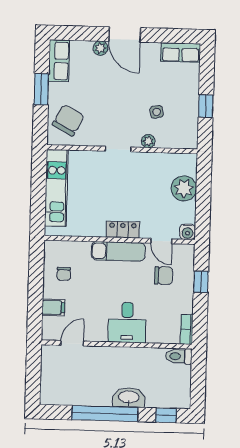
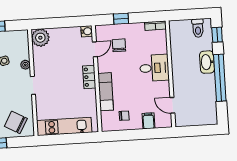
plant: (184, 188) -> (40, 38), moved
exam couch: (118, 251) -> (106, 92), moved
toilet: (179, 356) -> (198, 28), moved

